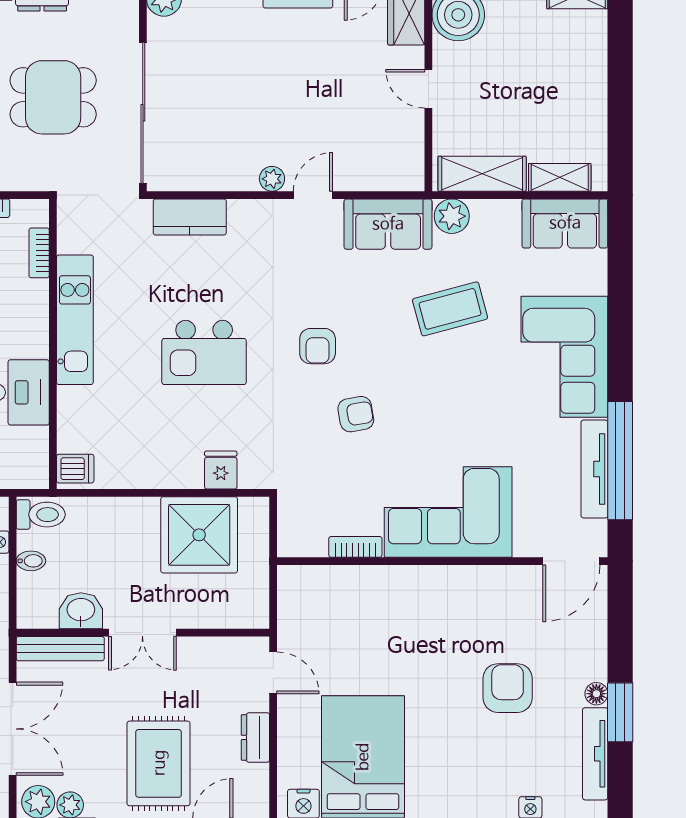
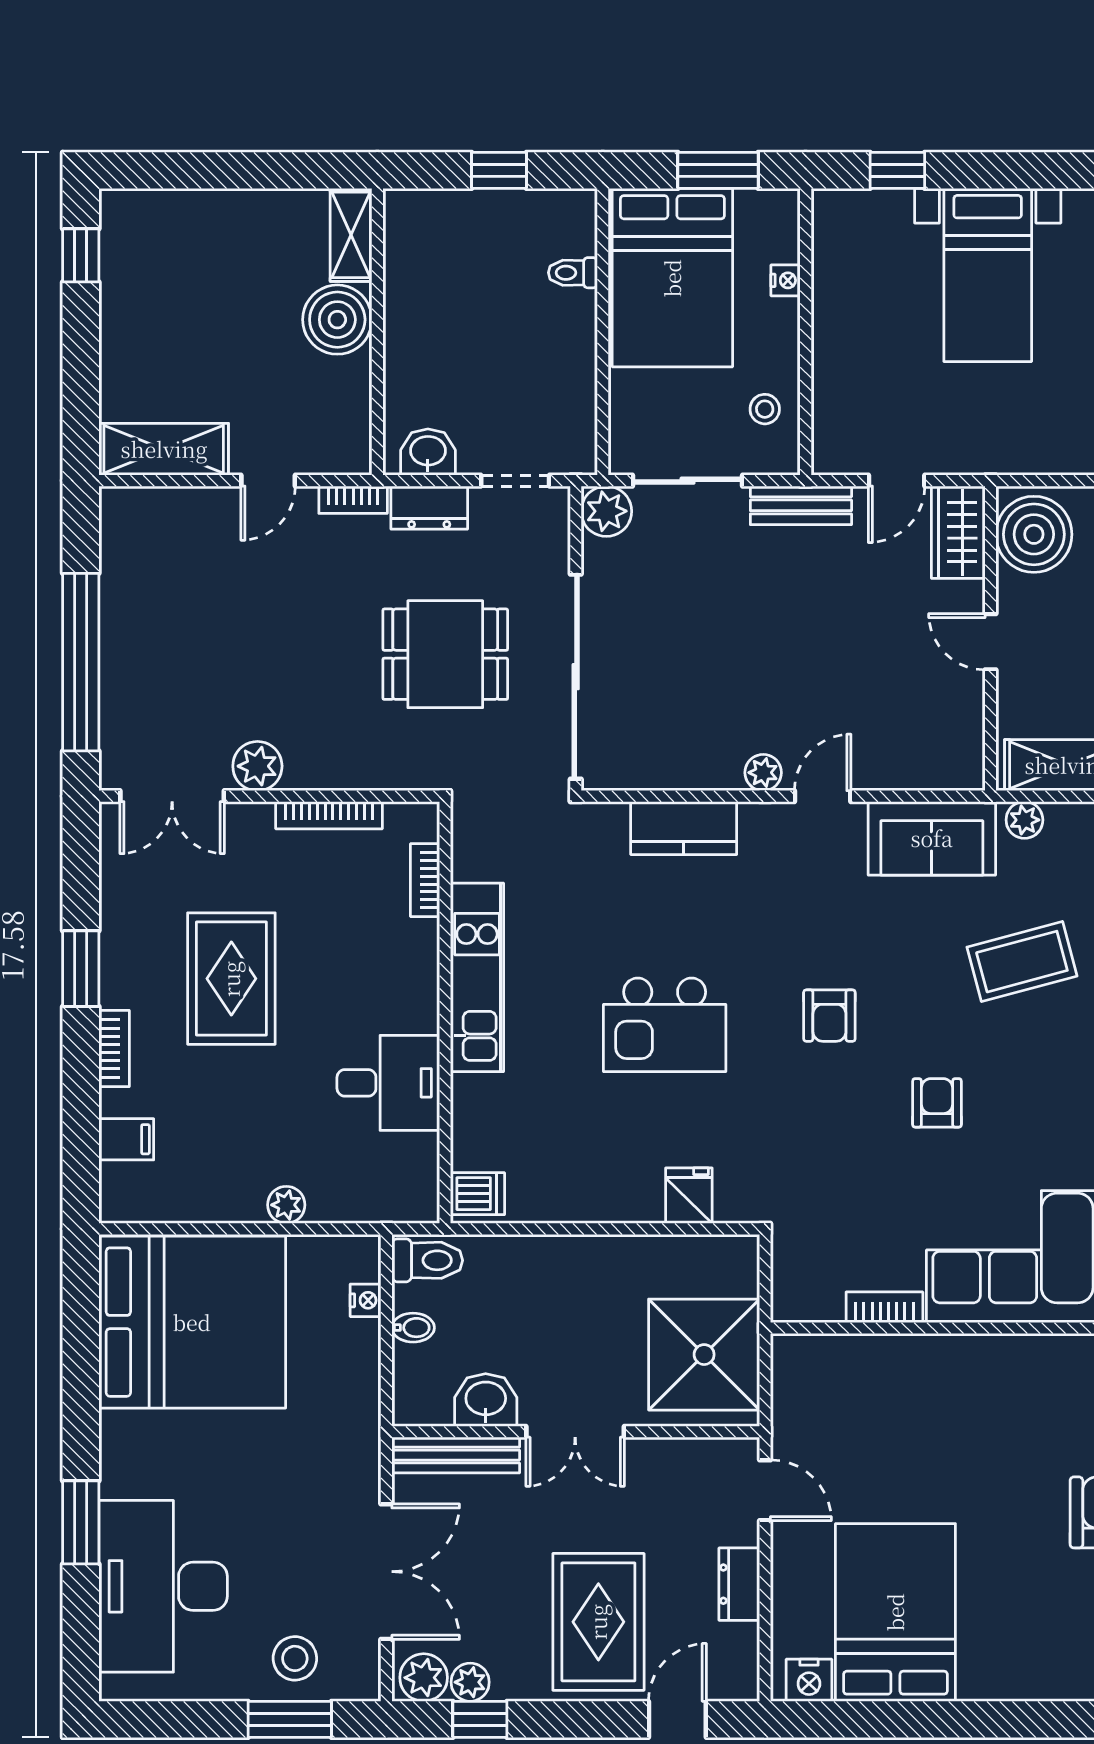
plant: (452, 216) -> (1024, 820), width x0.73, depth x0.73
kitchen counter: (190, 217) -> (684, 828), moved
armchair: (356, 414) -> (937, 1103), moved, turned -80
shower: (199, 535) -> (704, 1355), moved

